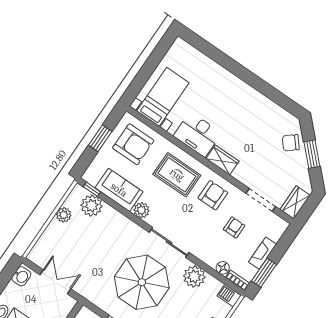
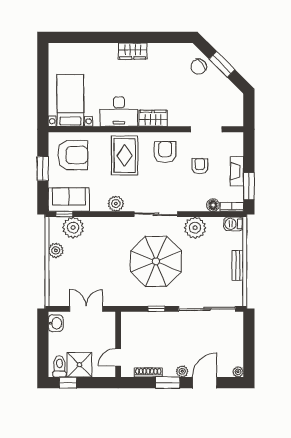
rug: (177, 175) -> (125, 155), turned 90
sofa: (119, 190) -> (69, 200), moved
wardrobe: (295, 202) -> (133, 51), moved, turned -90

